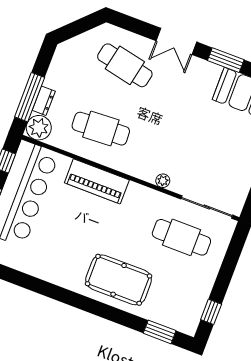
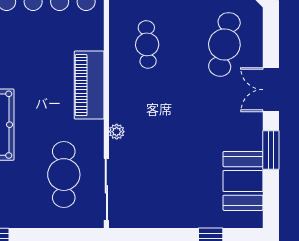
cafe table: (101, 129) -> (147, 44), width x0.73, depth x0.74
piano: (97, 181) -> (89, 85), moved

